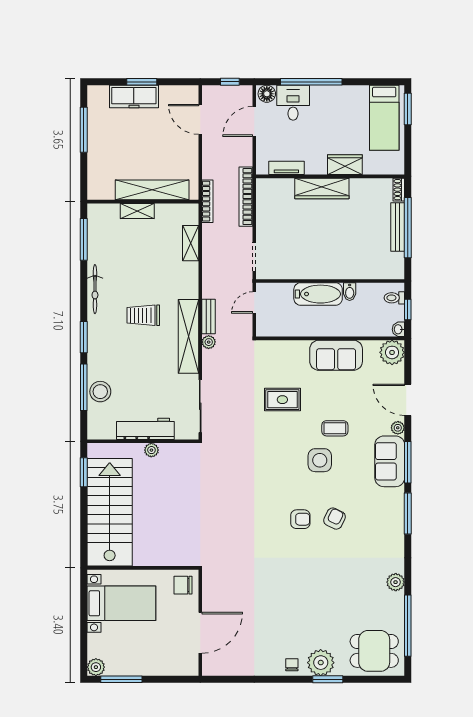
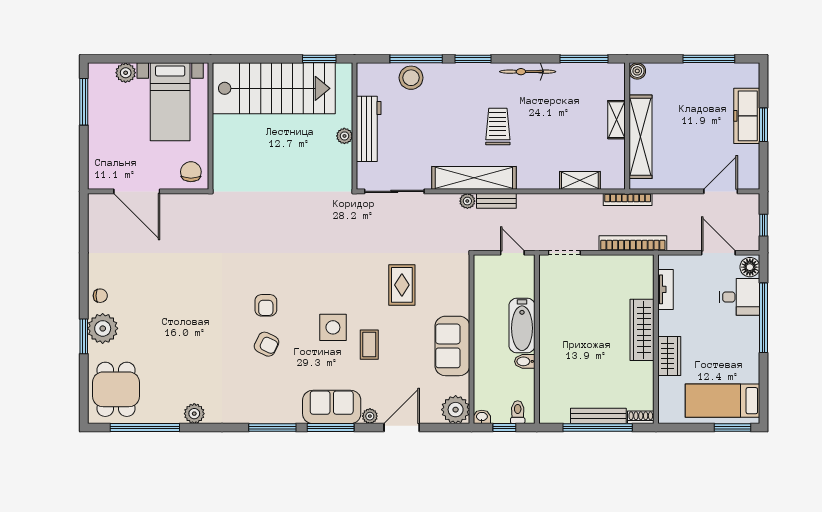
boiler: (94, 193) -> (637, 71), added
plant: (96, 667) -> (126, 73), moved

